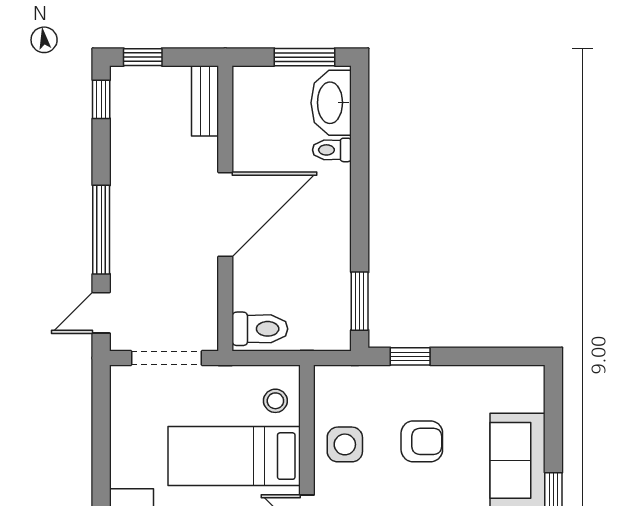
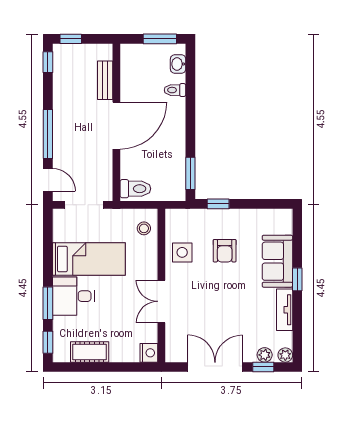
bench: (205, 101) -> (105, 80), moved
washbasin: (331, 103) -> (178, 64), width x0.52, depth x0.69
door: (101, 313) -> (48, 180), swing flipped
armchair: (422, 441) -> (225, 251), turned 90
bed: (234, 456) -> (89, 259), moved, turned 180

